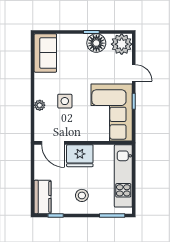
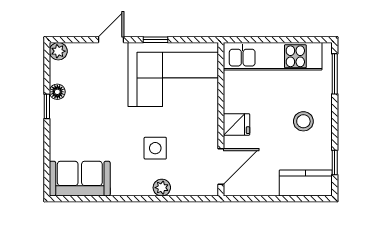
floor lamp: (96, 43) -> (57, 92), width x0.53, depth x0.53
plant: (122, 44) -> (58, 51), width x0.53, depth x0.53
fridge: (80, 156) -> (236, 124), width x0.53, depth x0.75

